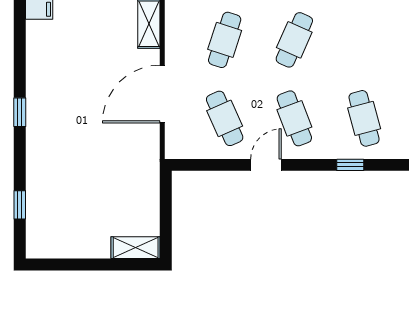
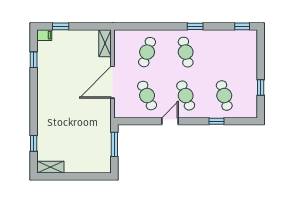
cafe table: (294, 40) -> (186, 52), turned -36
window: (20, 112) -> (34, 60), moved
window: (166, 207) -> (114, 144), added
shelving: (136, 248) -> (50, 167), moved

